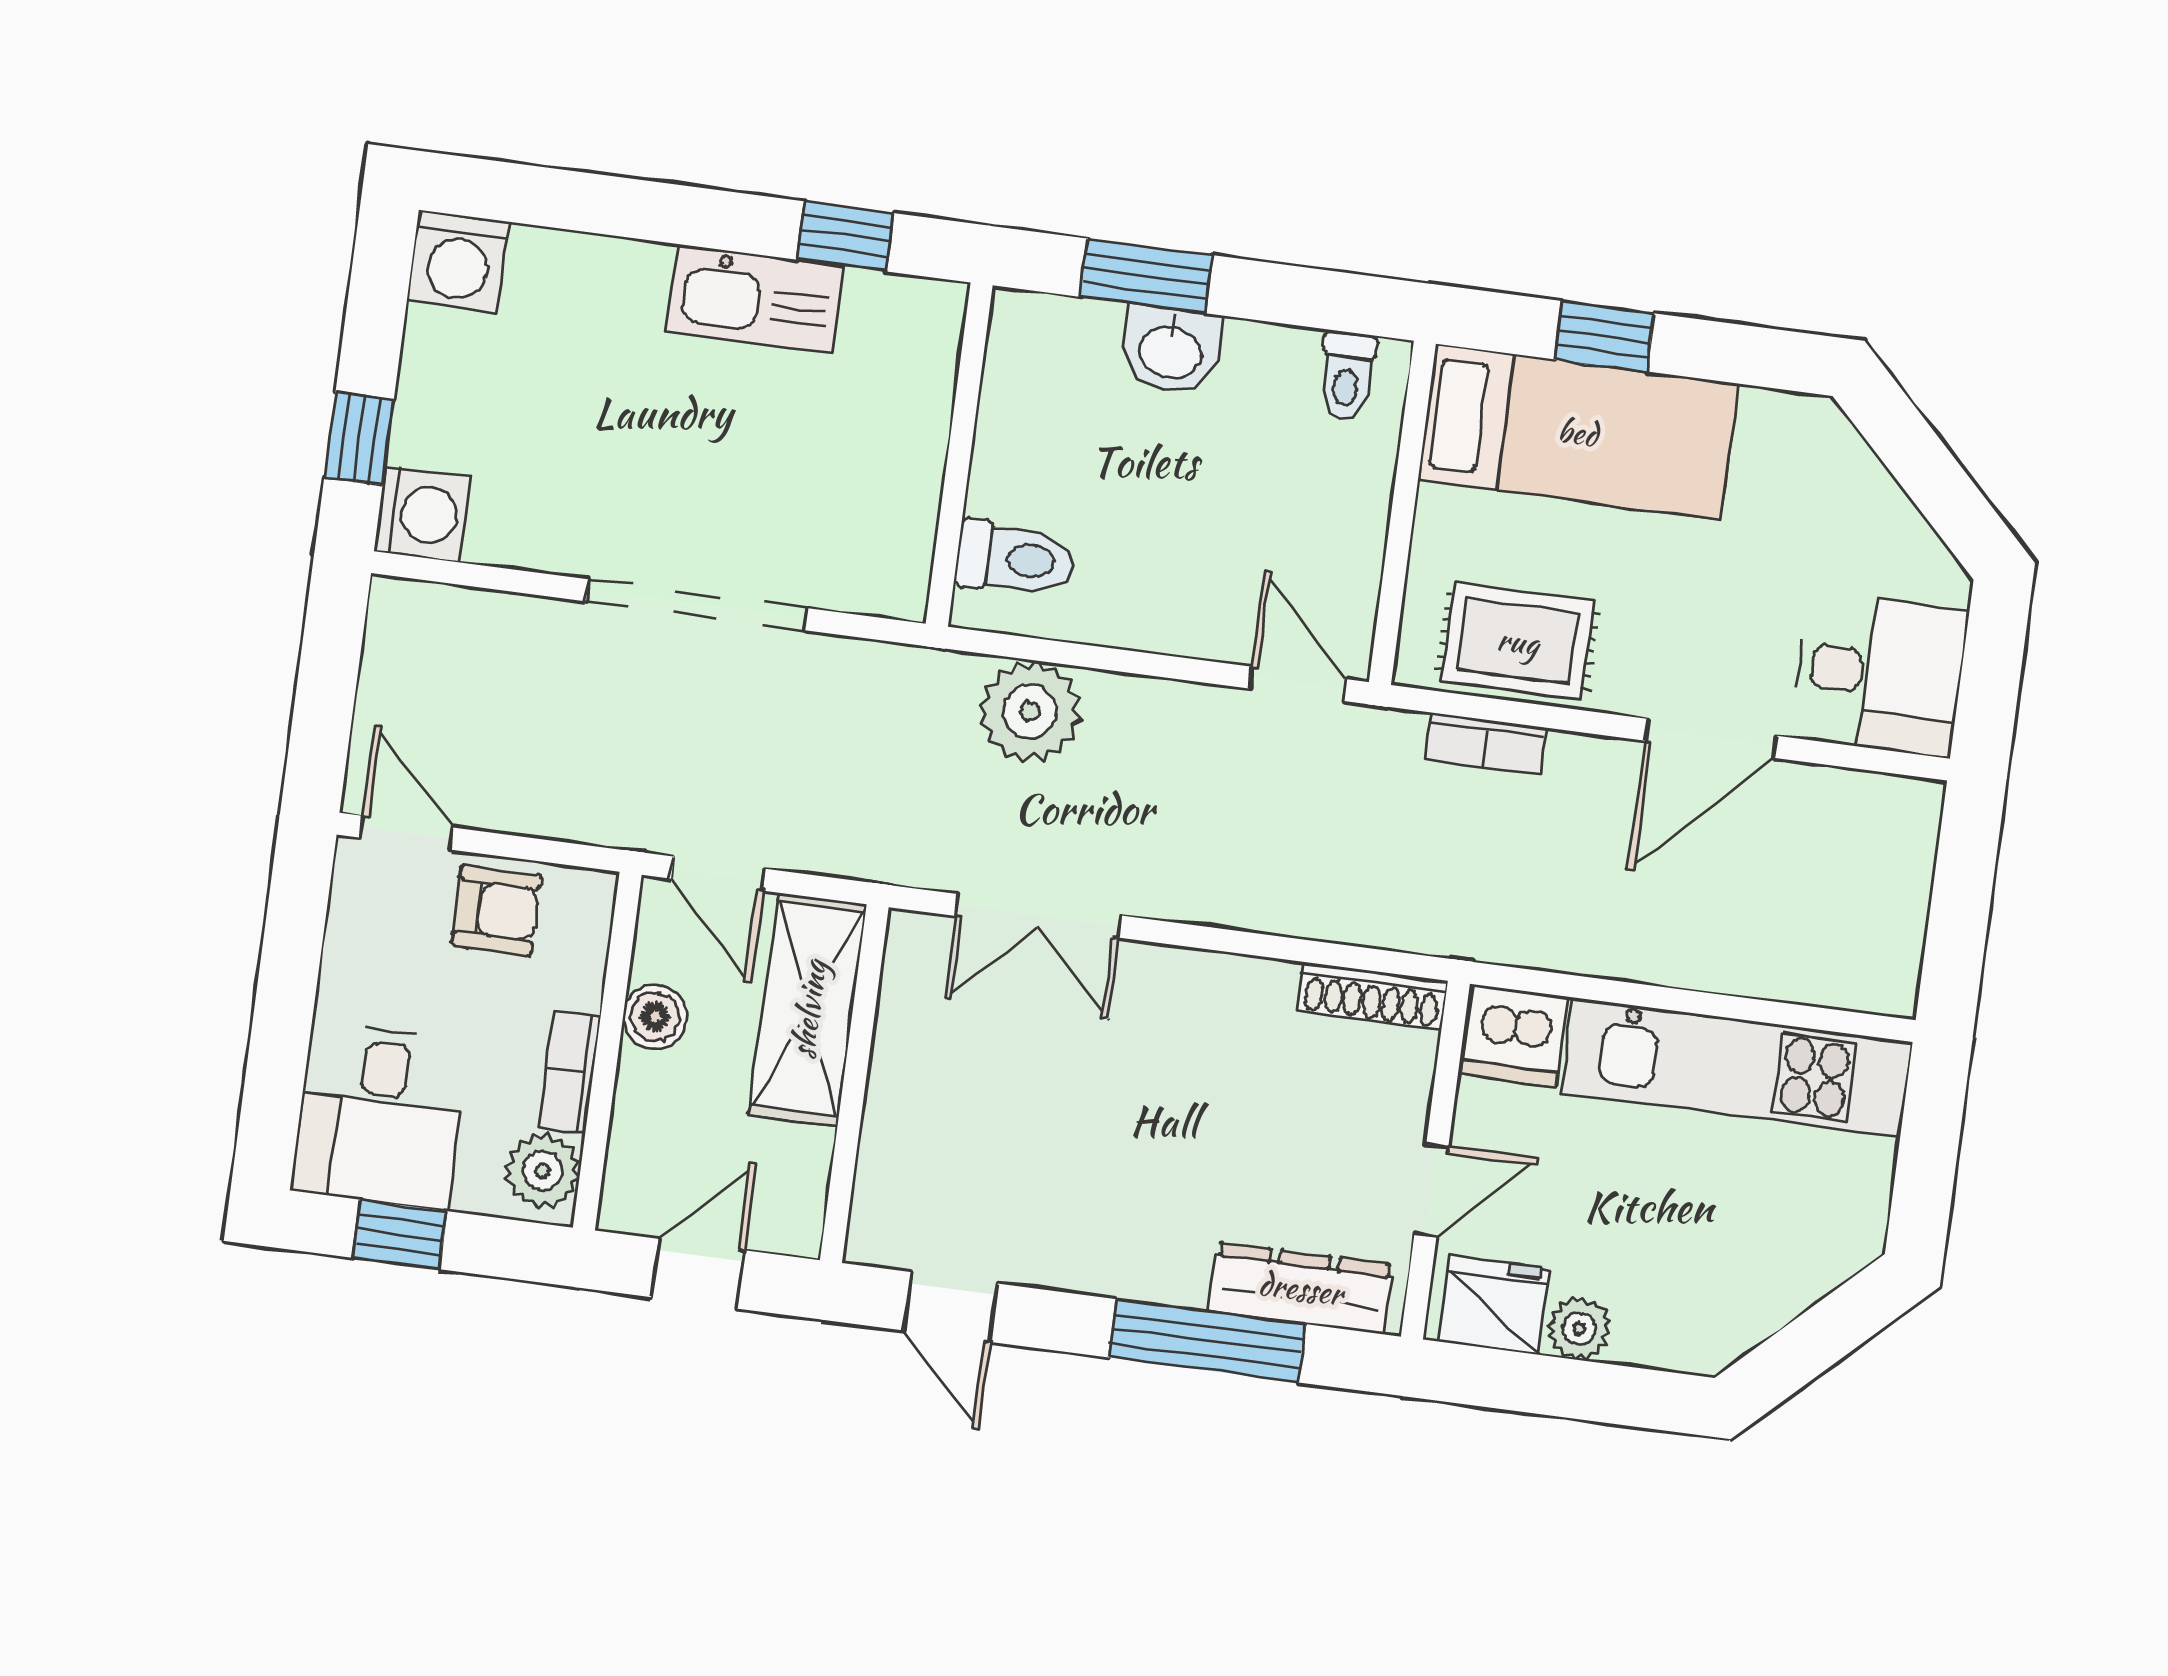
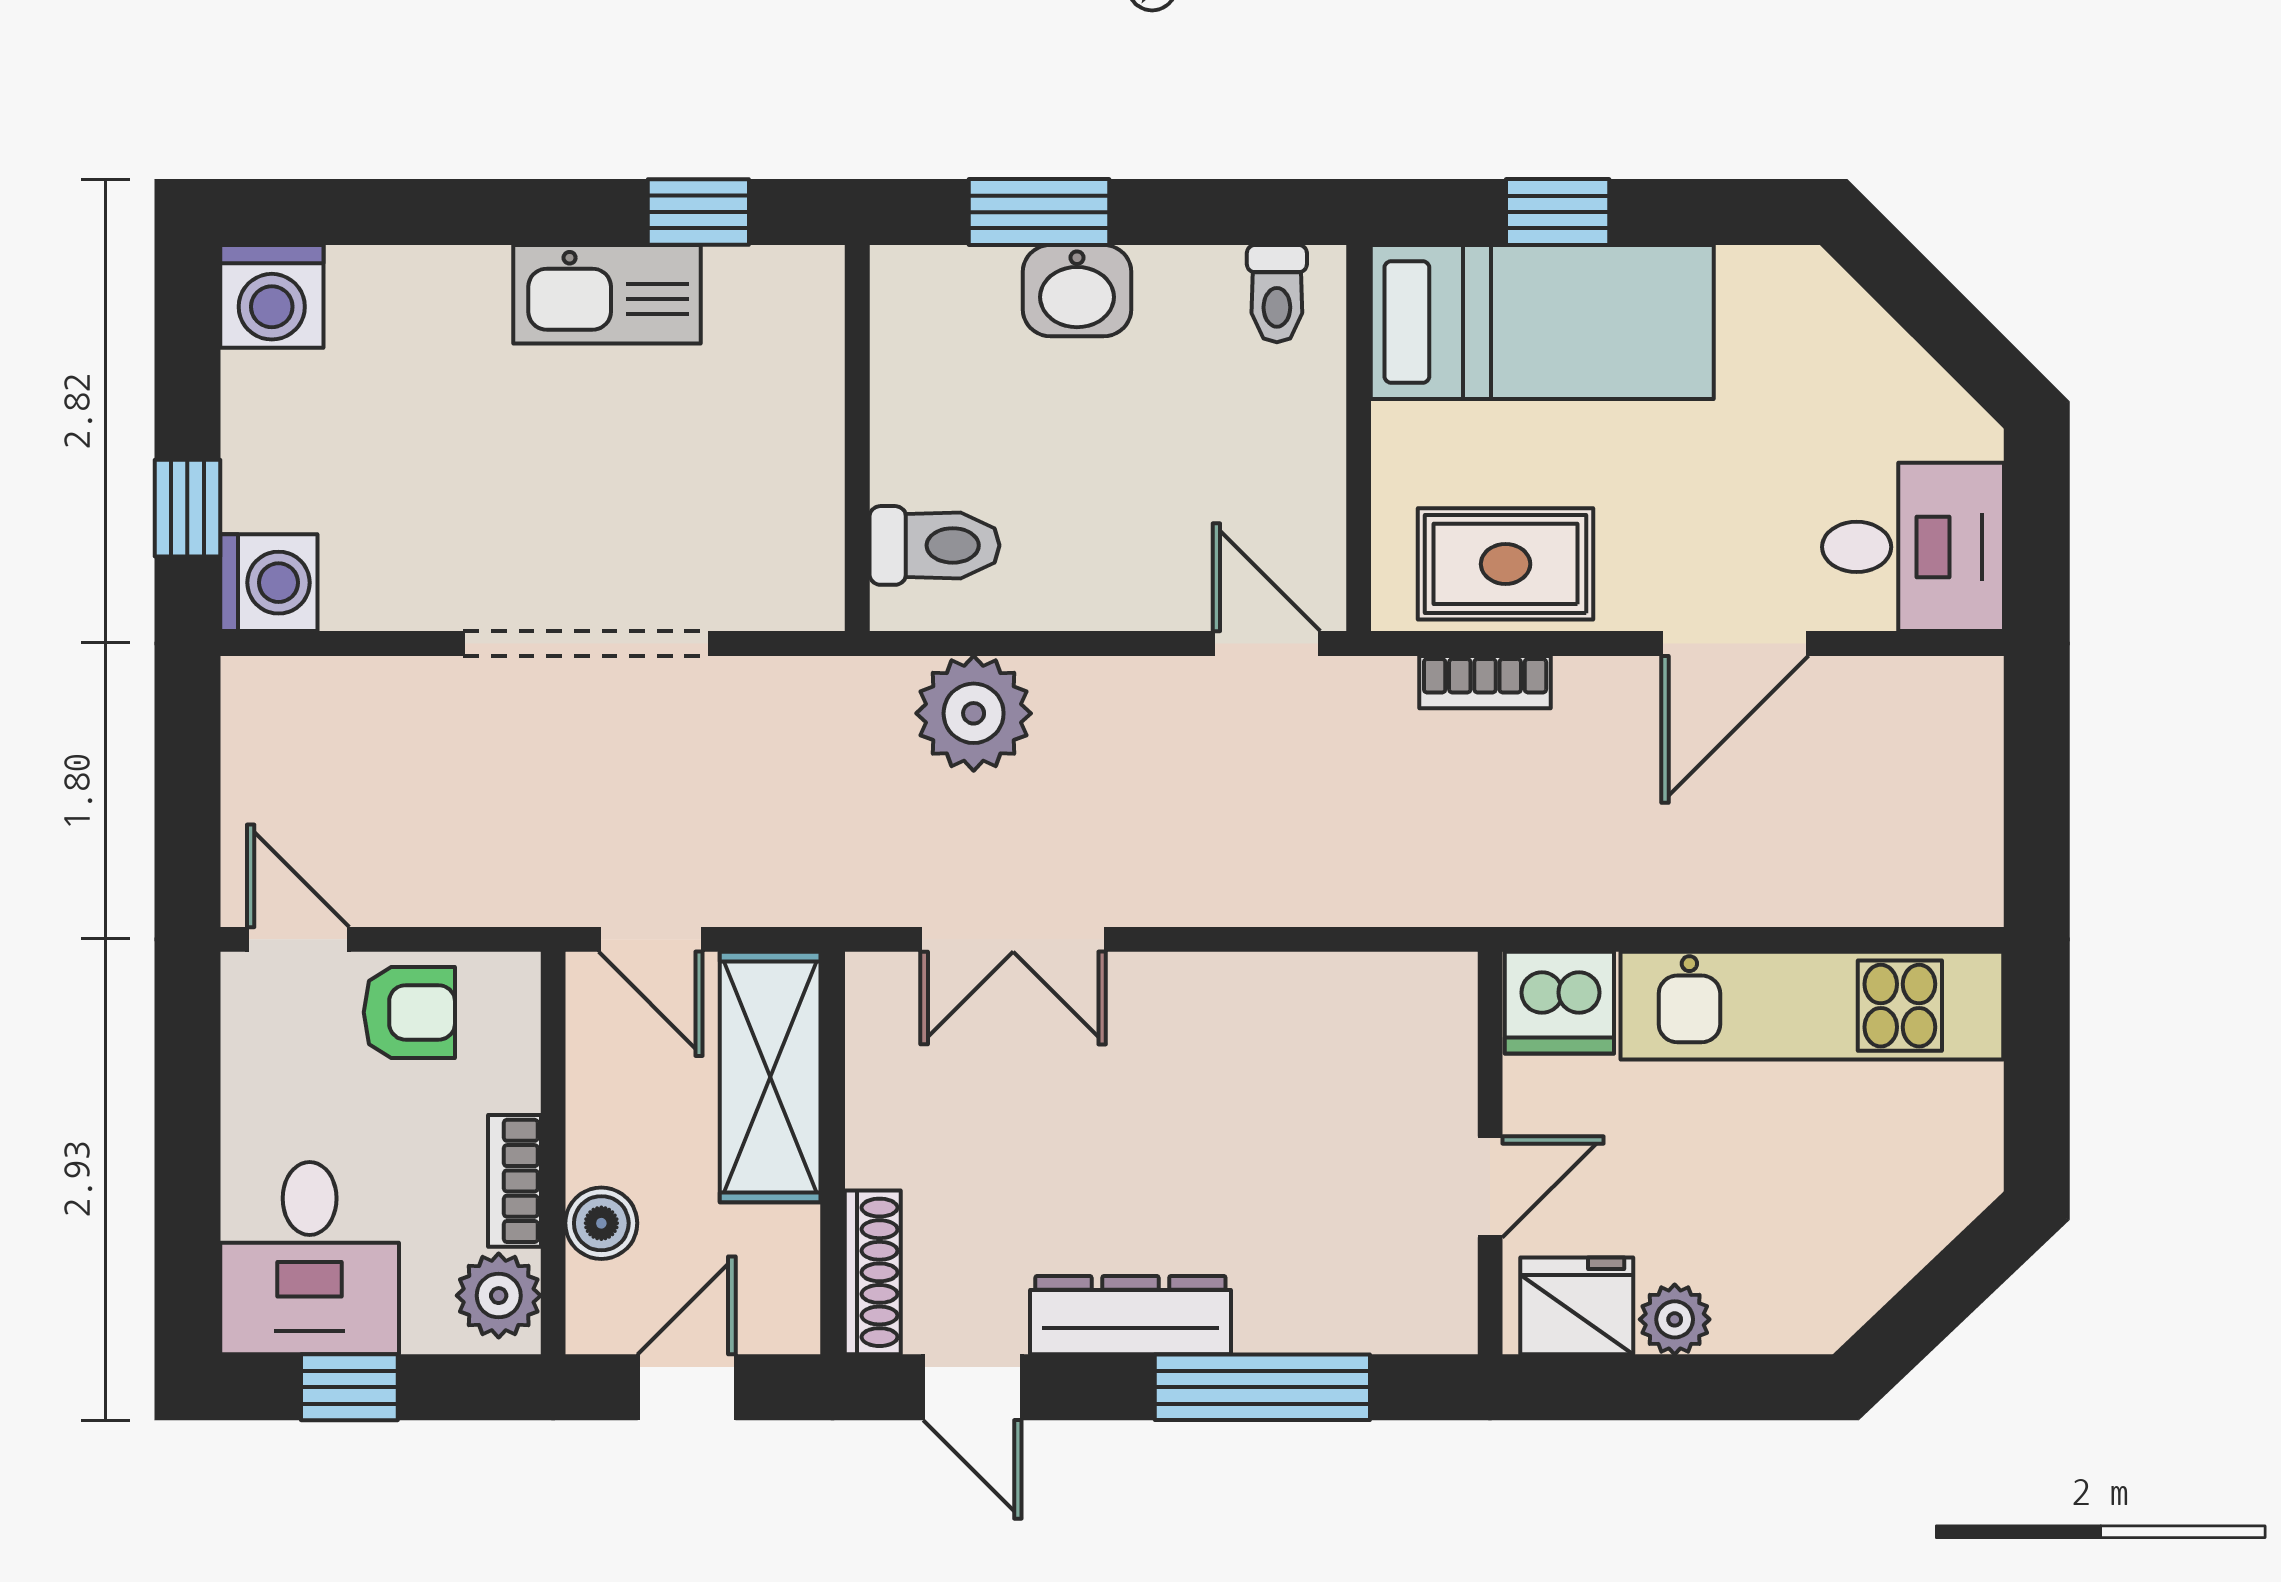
shoe rack: (1372, 996) -> (873, 1272), moved, turned -90
boiler: (655, 1017) -> (601, 1223), moved
dresser: (1301, 1288) -> (1130, 1315), moved

